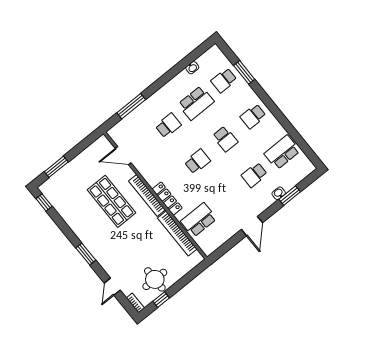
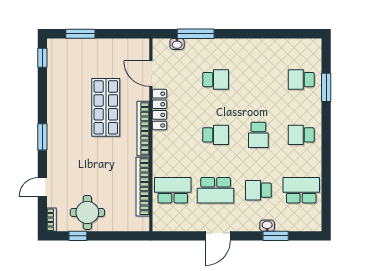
washbasin: (192, 68) -> (177, 44), moved
school desk: (196, 103) -> (216, 190), moved
locker: (167, 199) -> (160, 110), moved

